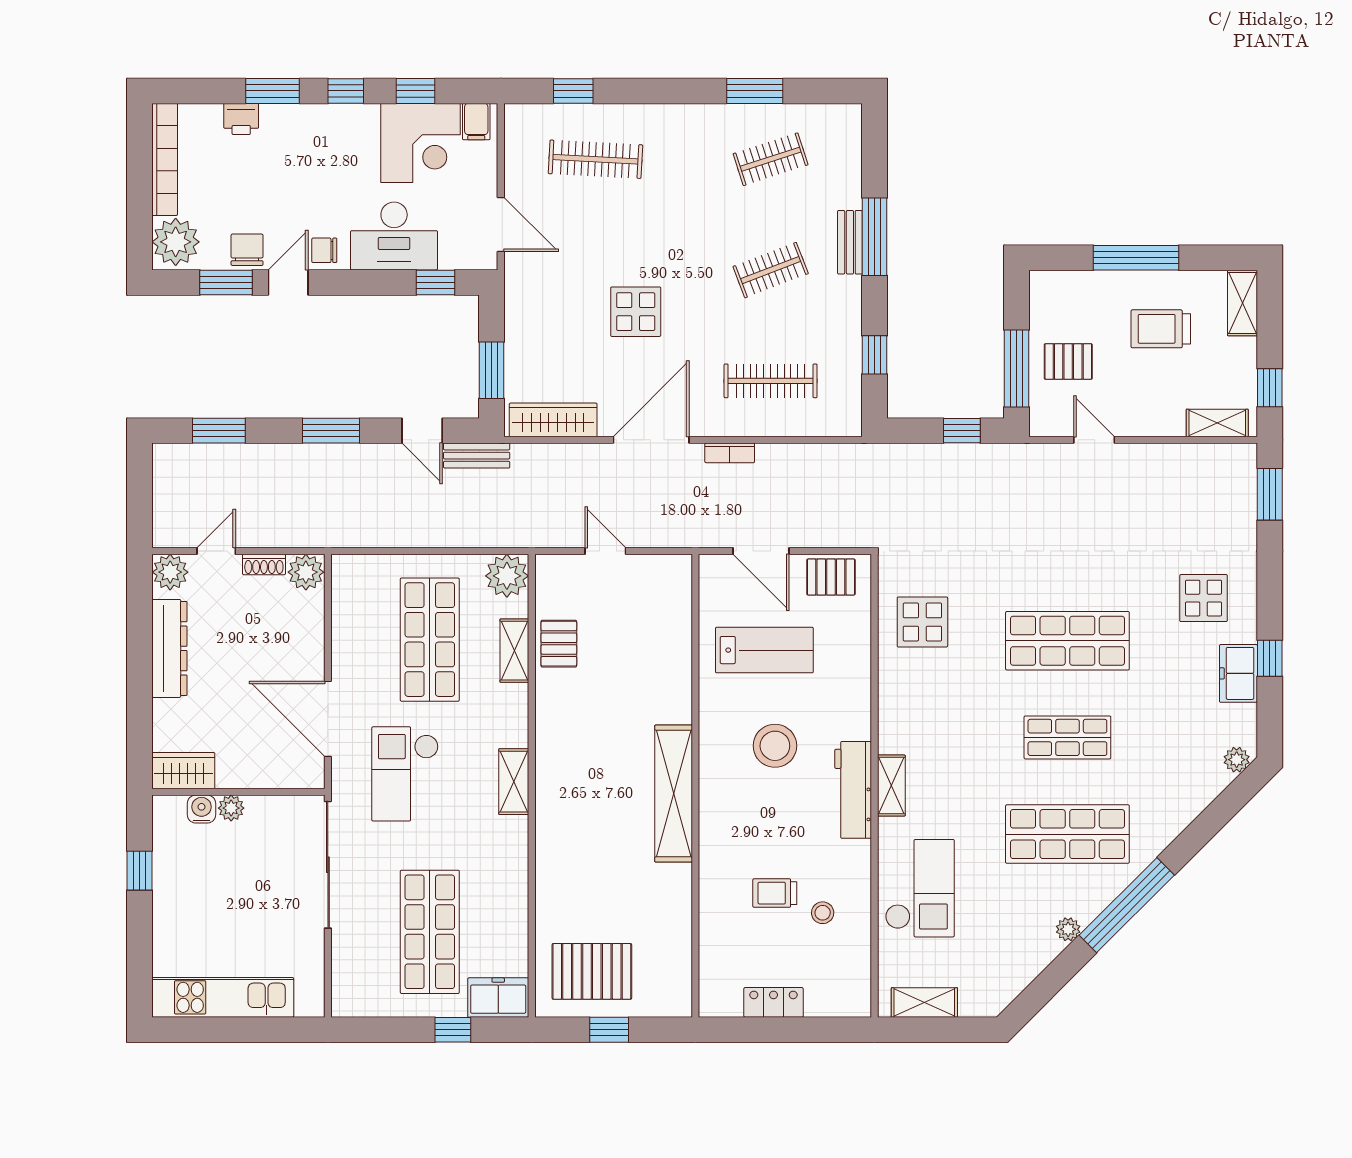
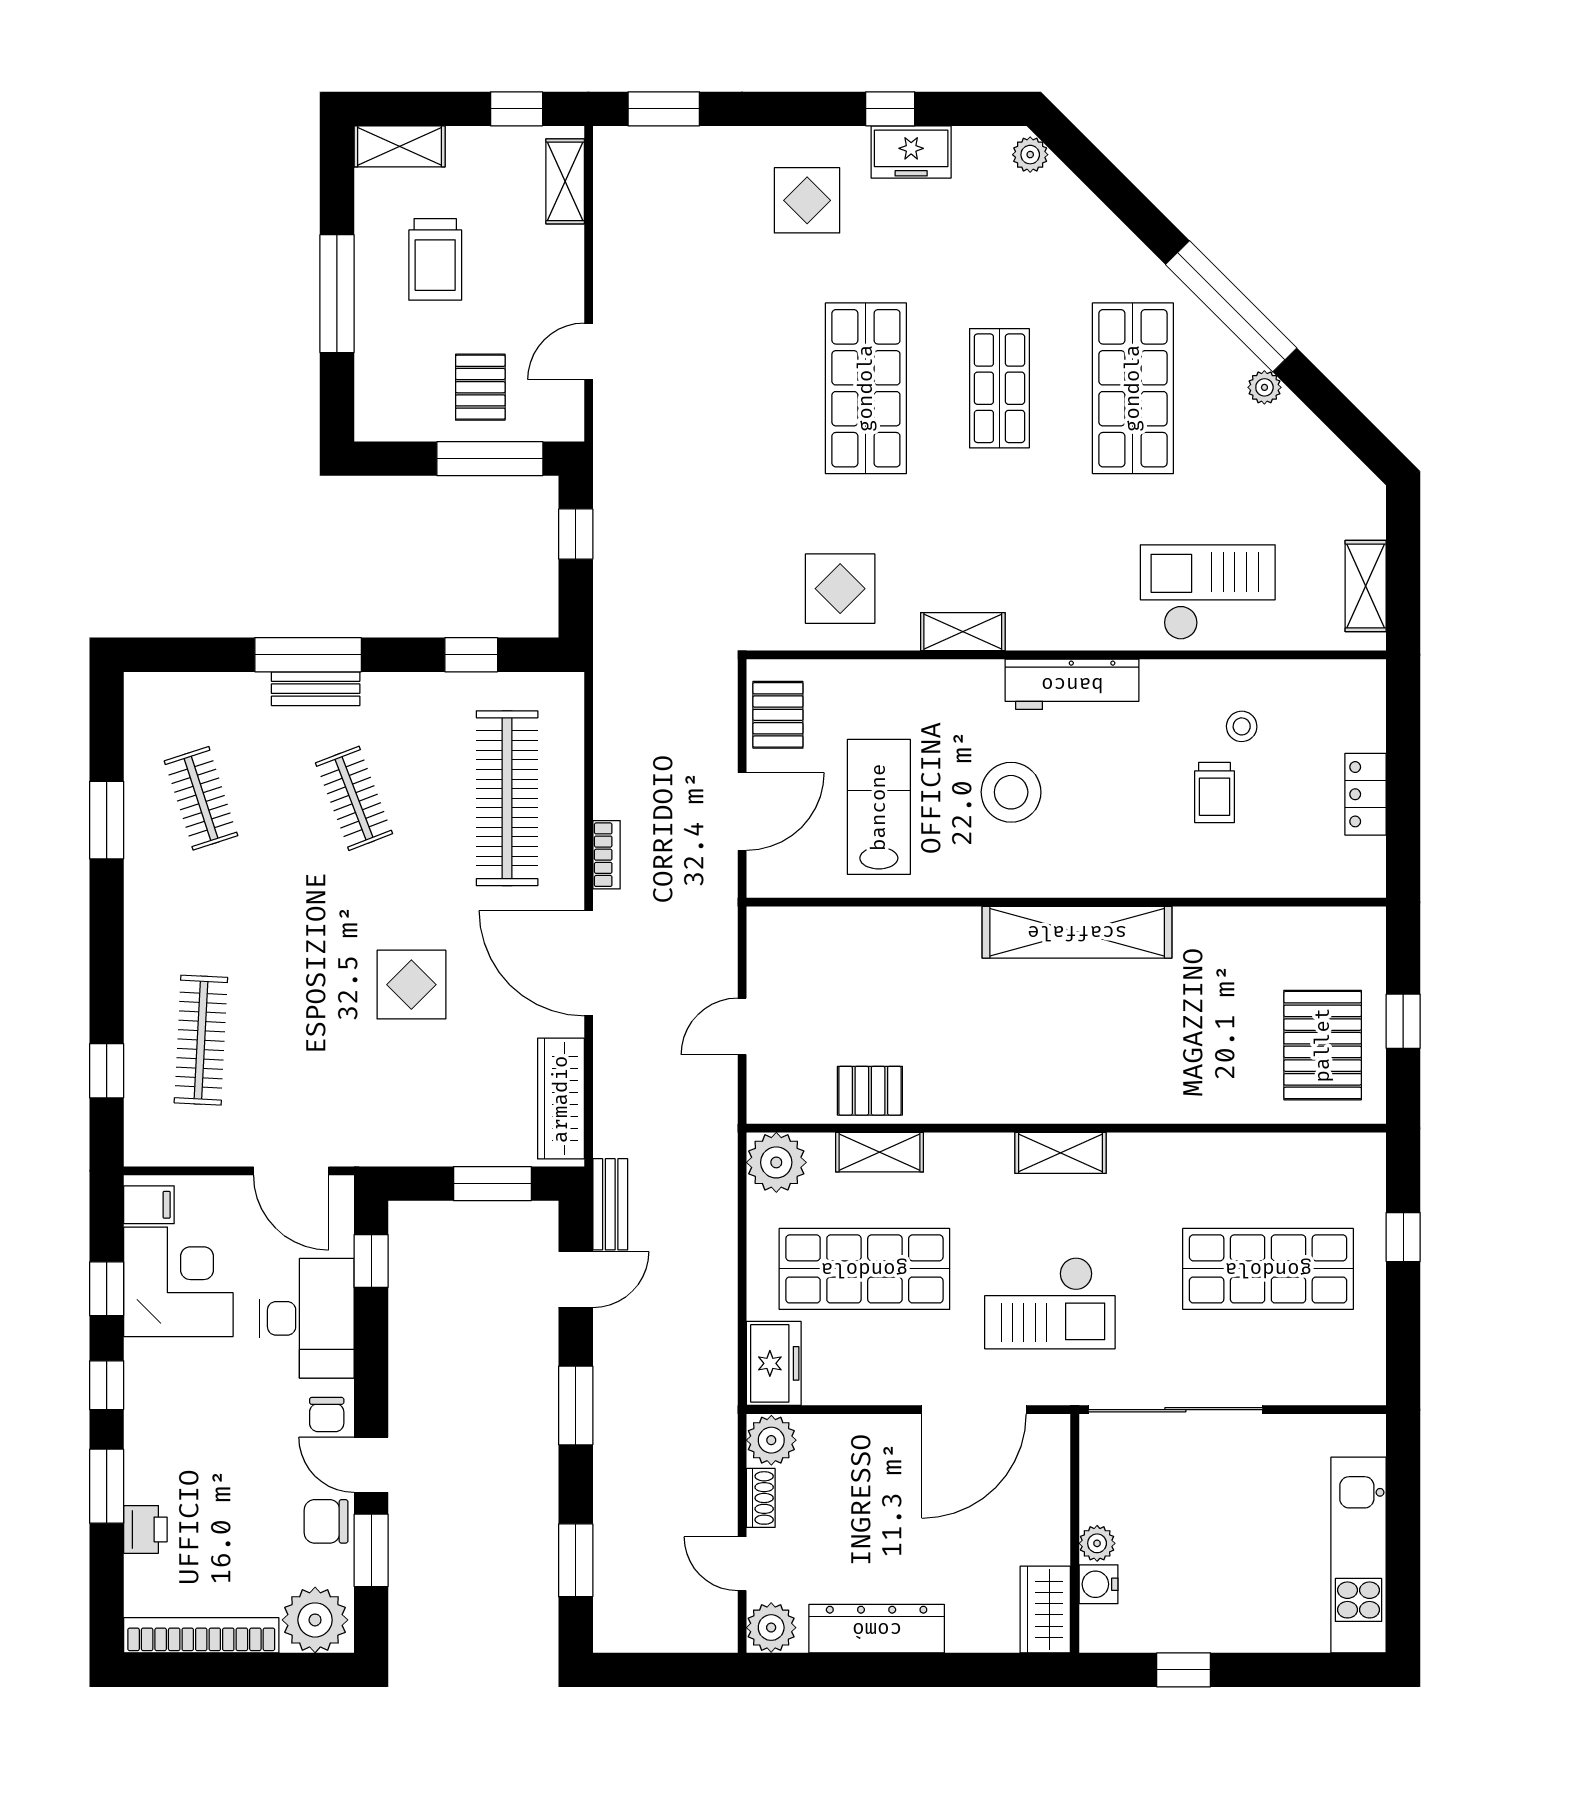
door: (501, 224) -> (291, 1171), swing flipped
clothes rail: (771, 381) -> (507, 798), width x1.37, depth x1.31
shelving: (891, 786) -> (963, 632), moved
freezer: (498, 998) -> (774, 1363), moved, turned 180

